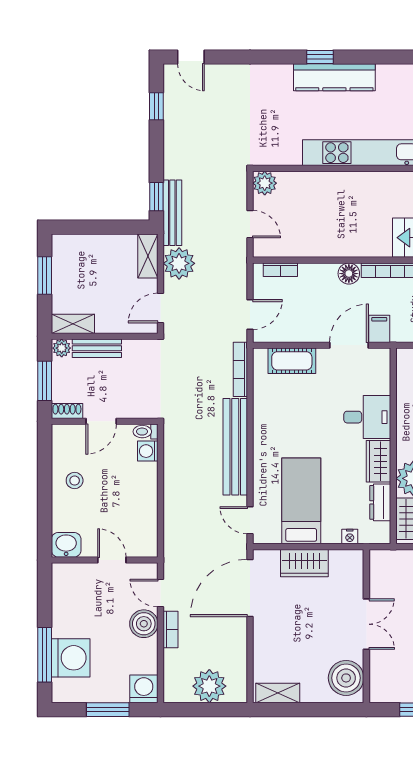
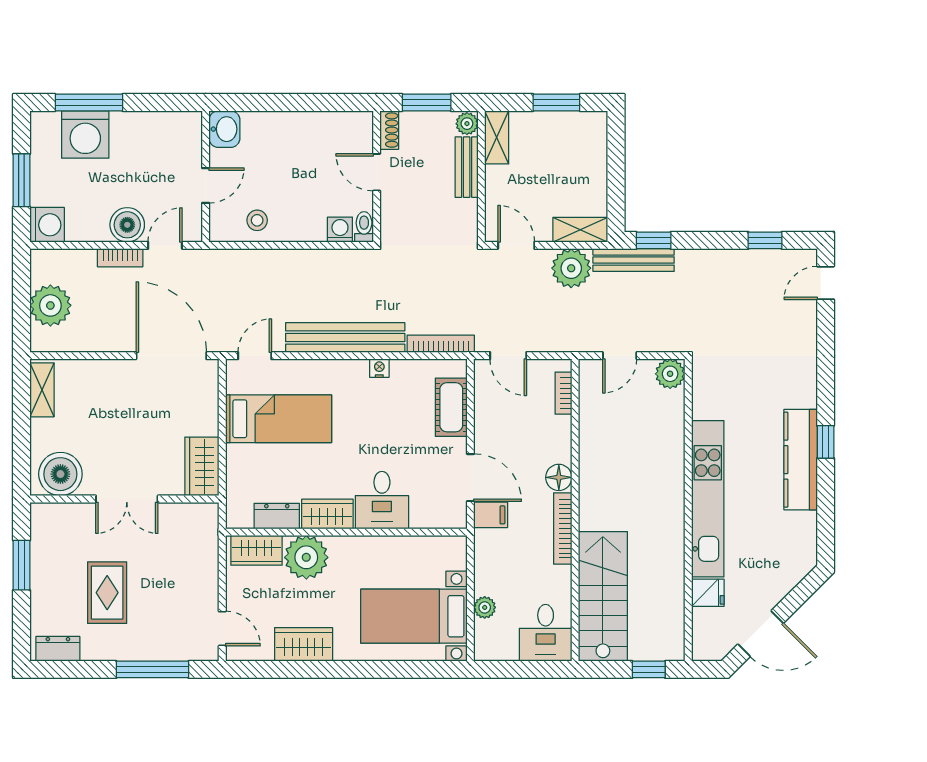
stool: (75, 481) -> (257, 220), moved
nightstand: (350, 536) -> (379, 368), moved, turned 90
wardrobe: (304, 563) -> (202, 466), moved

